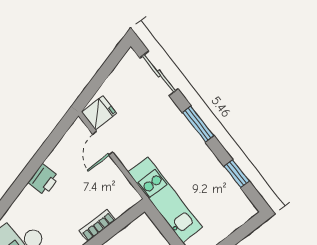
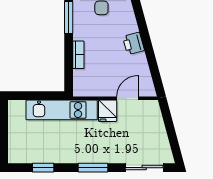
fridge: (99, 113) -> (108, 111), moved
door: (103, 143) -> (127, 98), hinge flipped

